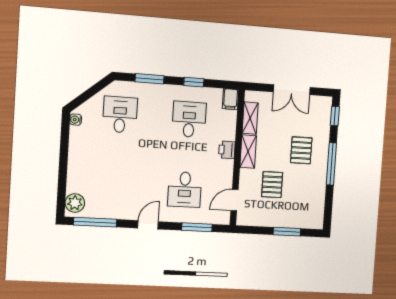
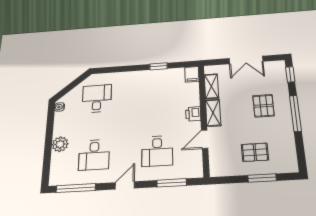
window: (149, 79) -> (121, 69), removed
desk: (189, 119) -> (94, 155), moved, turned 180
pallet: (272, 185) -> (255, 152), moved, turned 90
door: (234, 200) -> (205, 139), moved
plant: (75, 203) -> (60, 144), moved

